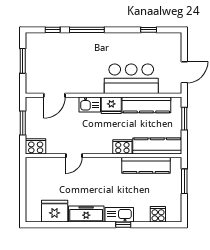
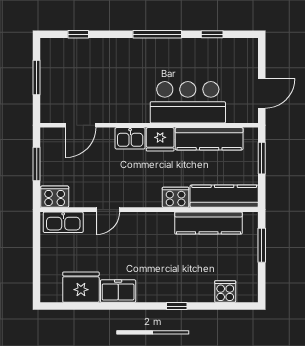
window: (87, 30) -> (157, 34), moved
freezer: (86, 214) -> (118, 291), width x0.71
kitchen sink: (119, 215) -> (63, 222), moved, turned 180

